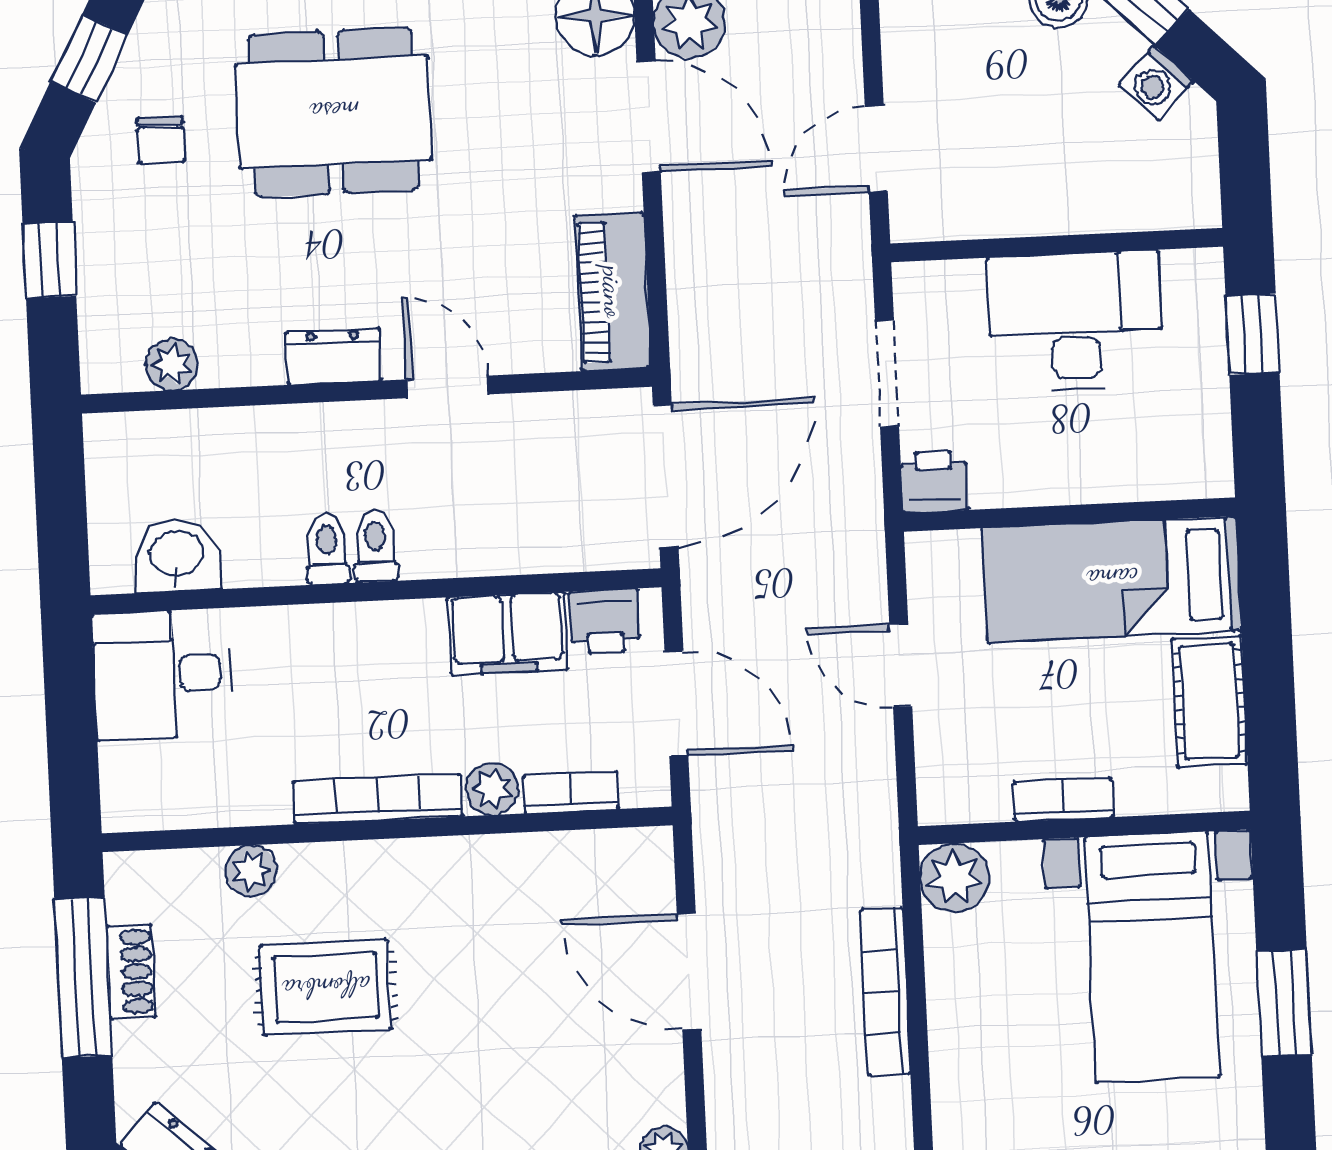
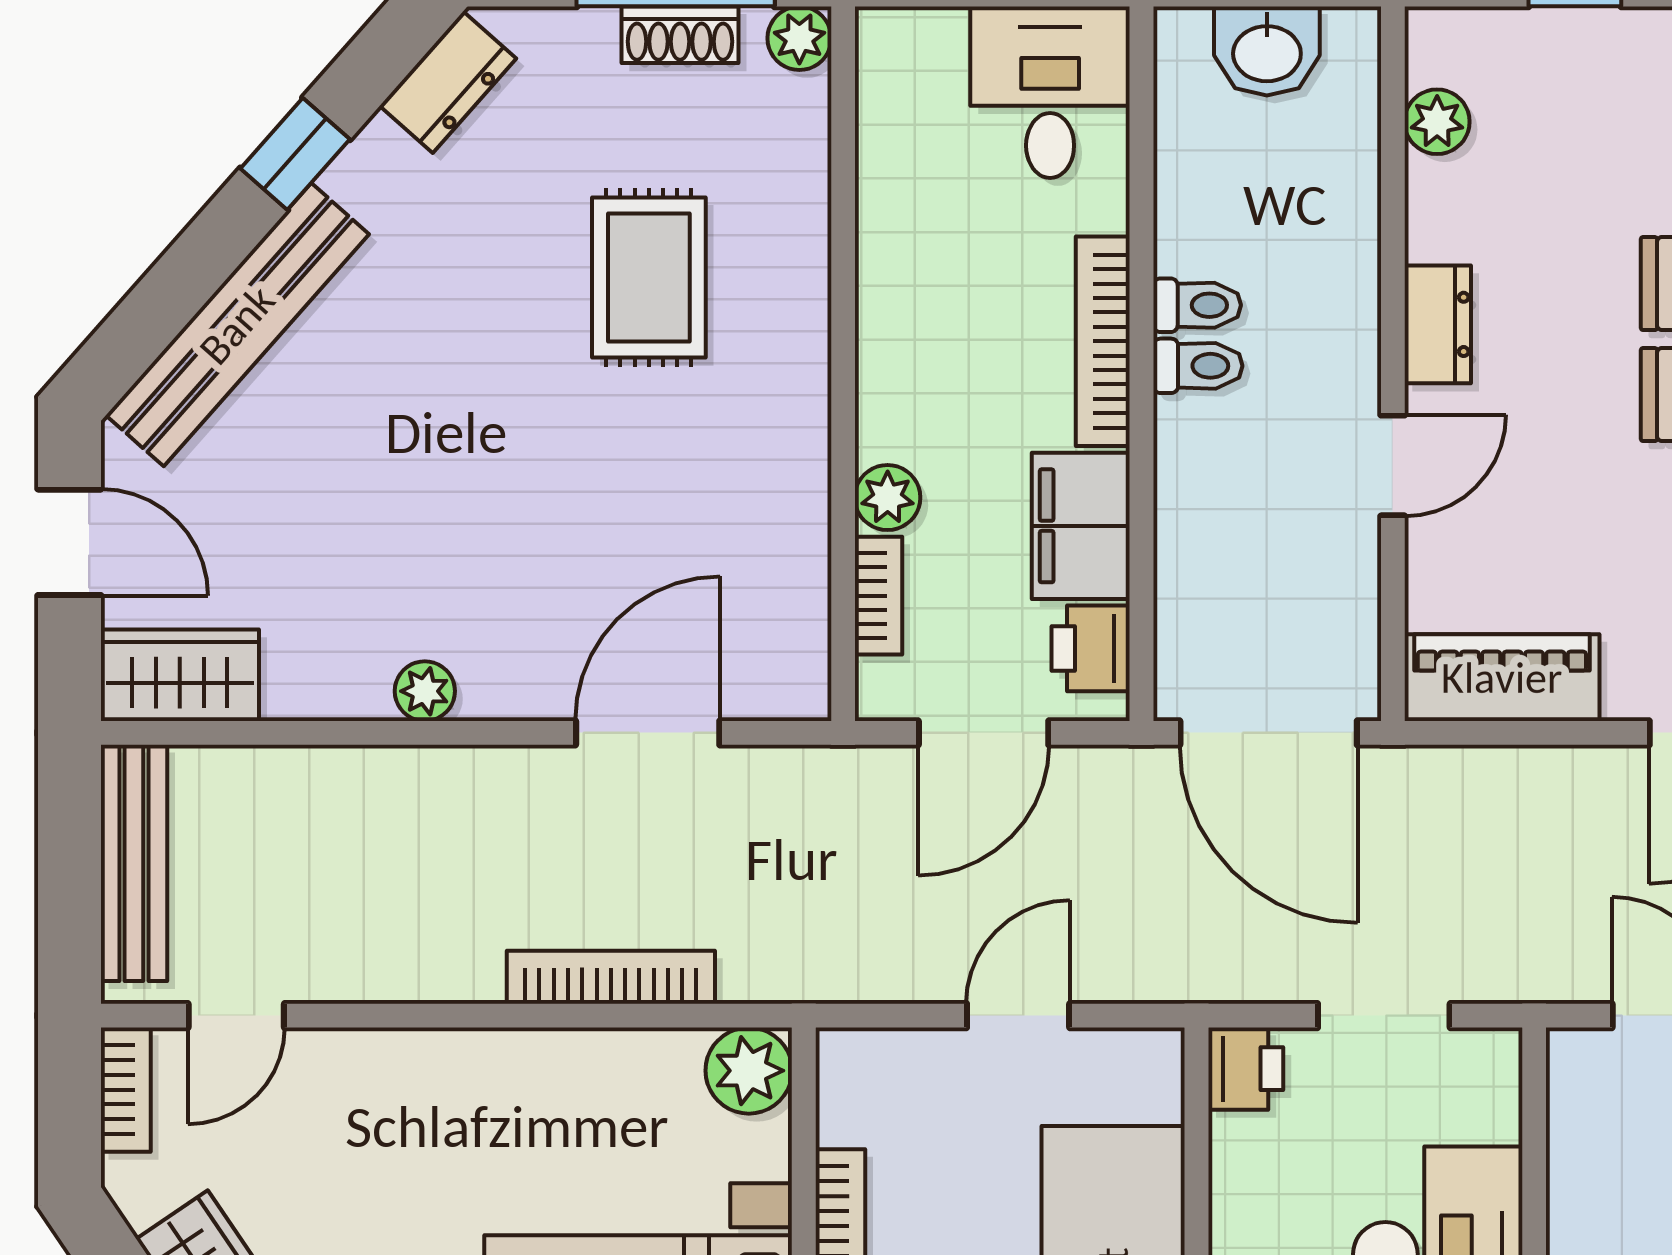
washbasin: (177, 556) -> (1267, 51), moved, turned 90
bookcase: (378, 799) -> (1103, 341), moved, turned 180
plant: (251, 871) -> (799, 38), moved

